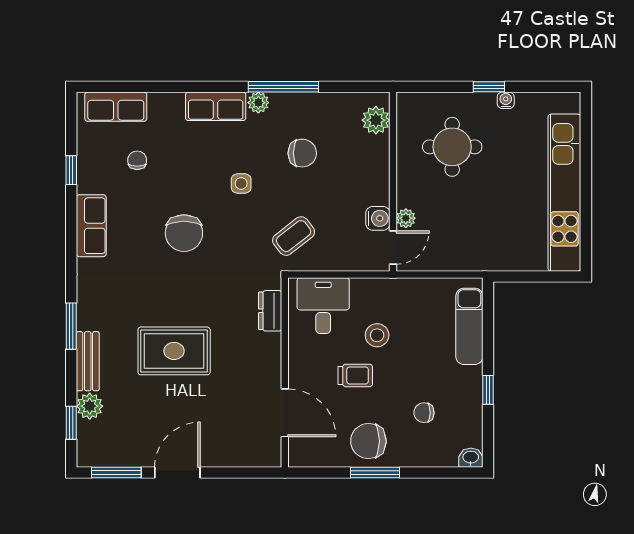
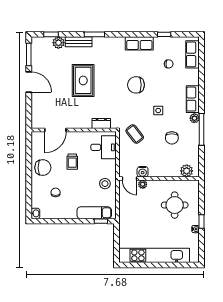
stool: (377, 335) -> (105, 184), moved
window: (488, 390) -> (101, 221), moved
chair: (368, 441) -> (43, 168), turned 90
window: (375, 472) -> (29, 171), removed

